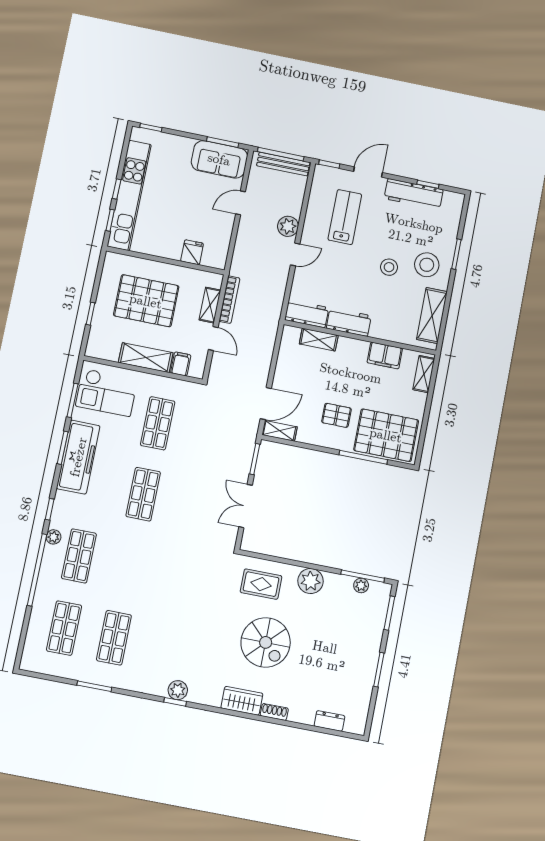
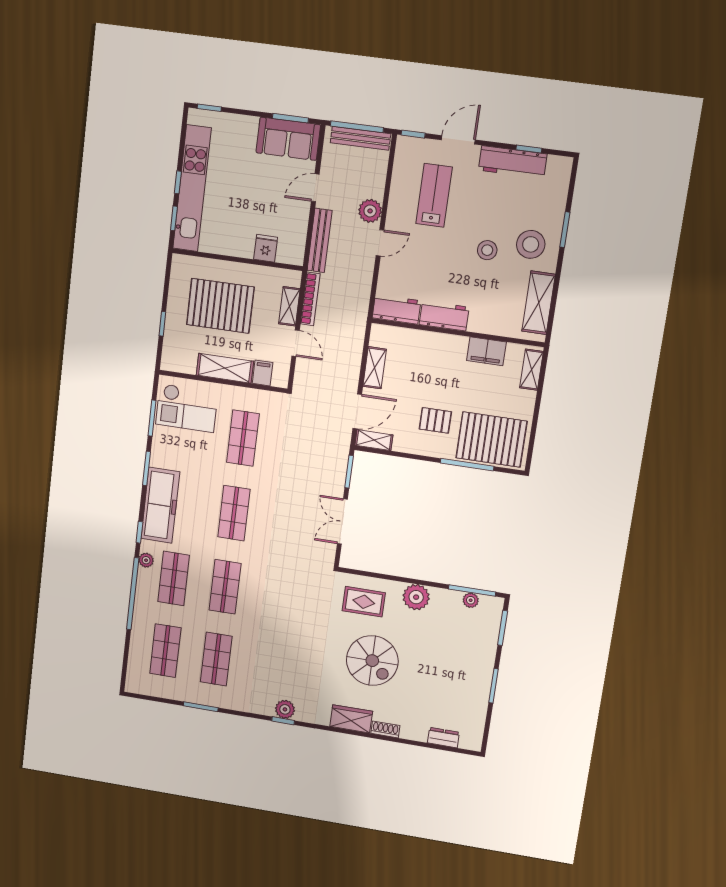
bench: (241, 249) -> (320, 240), added
shelving: (319, 340) -> (375, 368), moved, turned 90
freezer: (78, 457) -> (160, 505), moved
shop shelf: (129, 566) -> (225, 587), added

